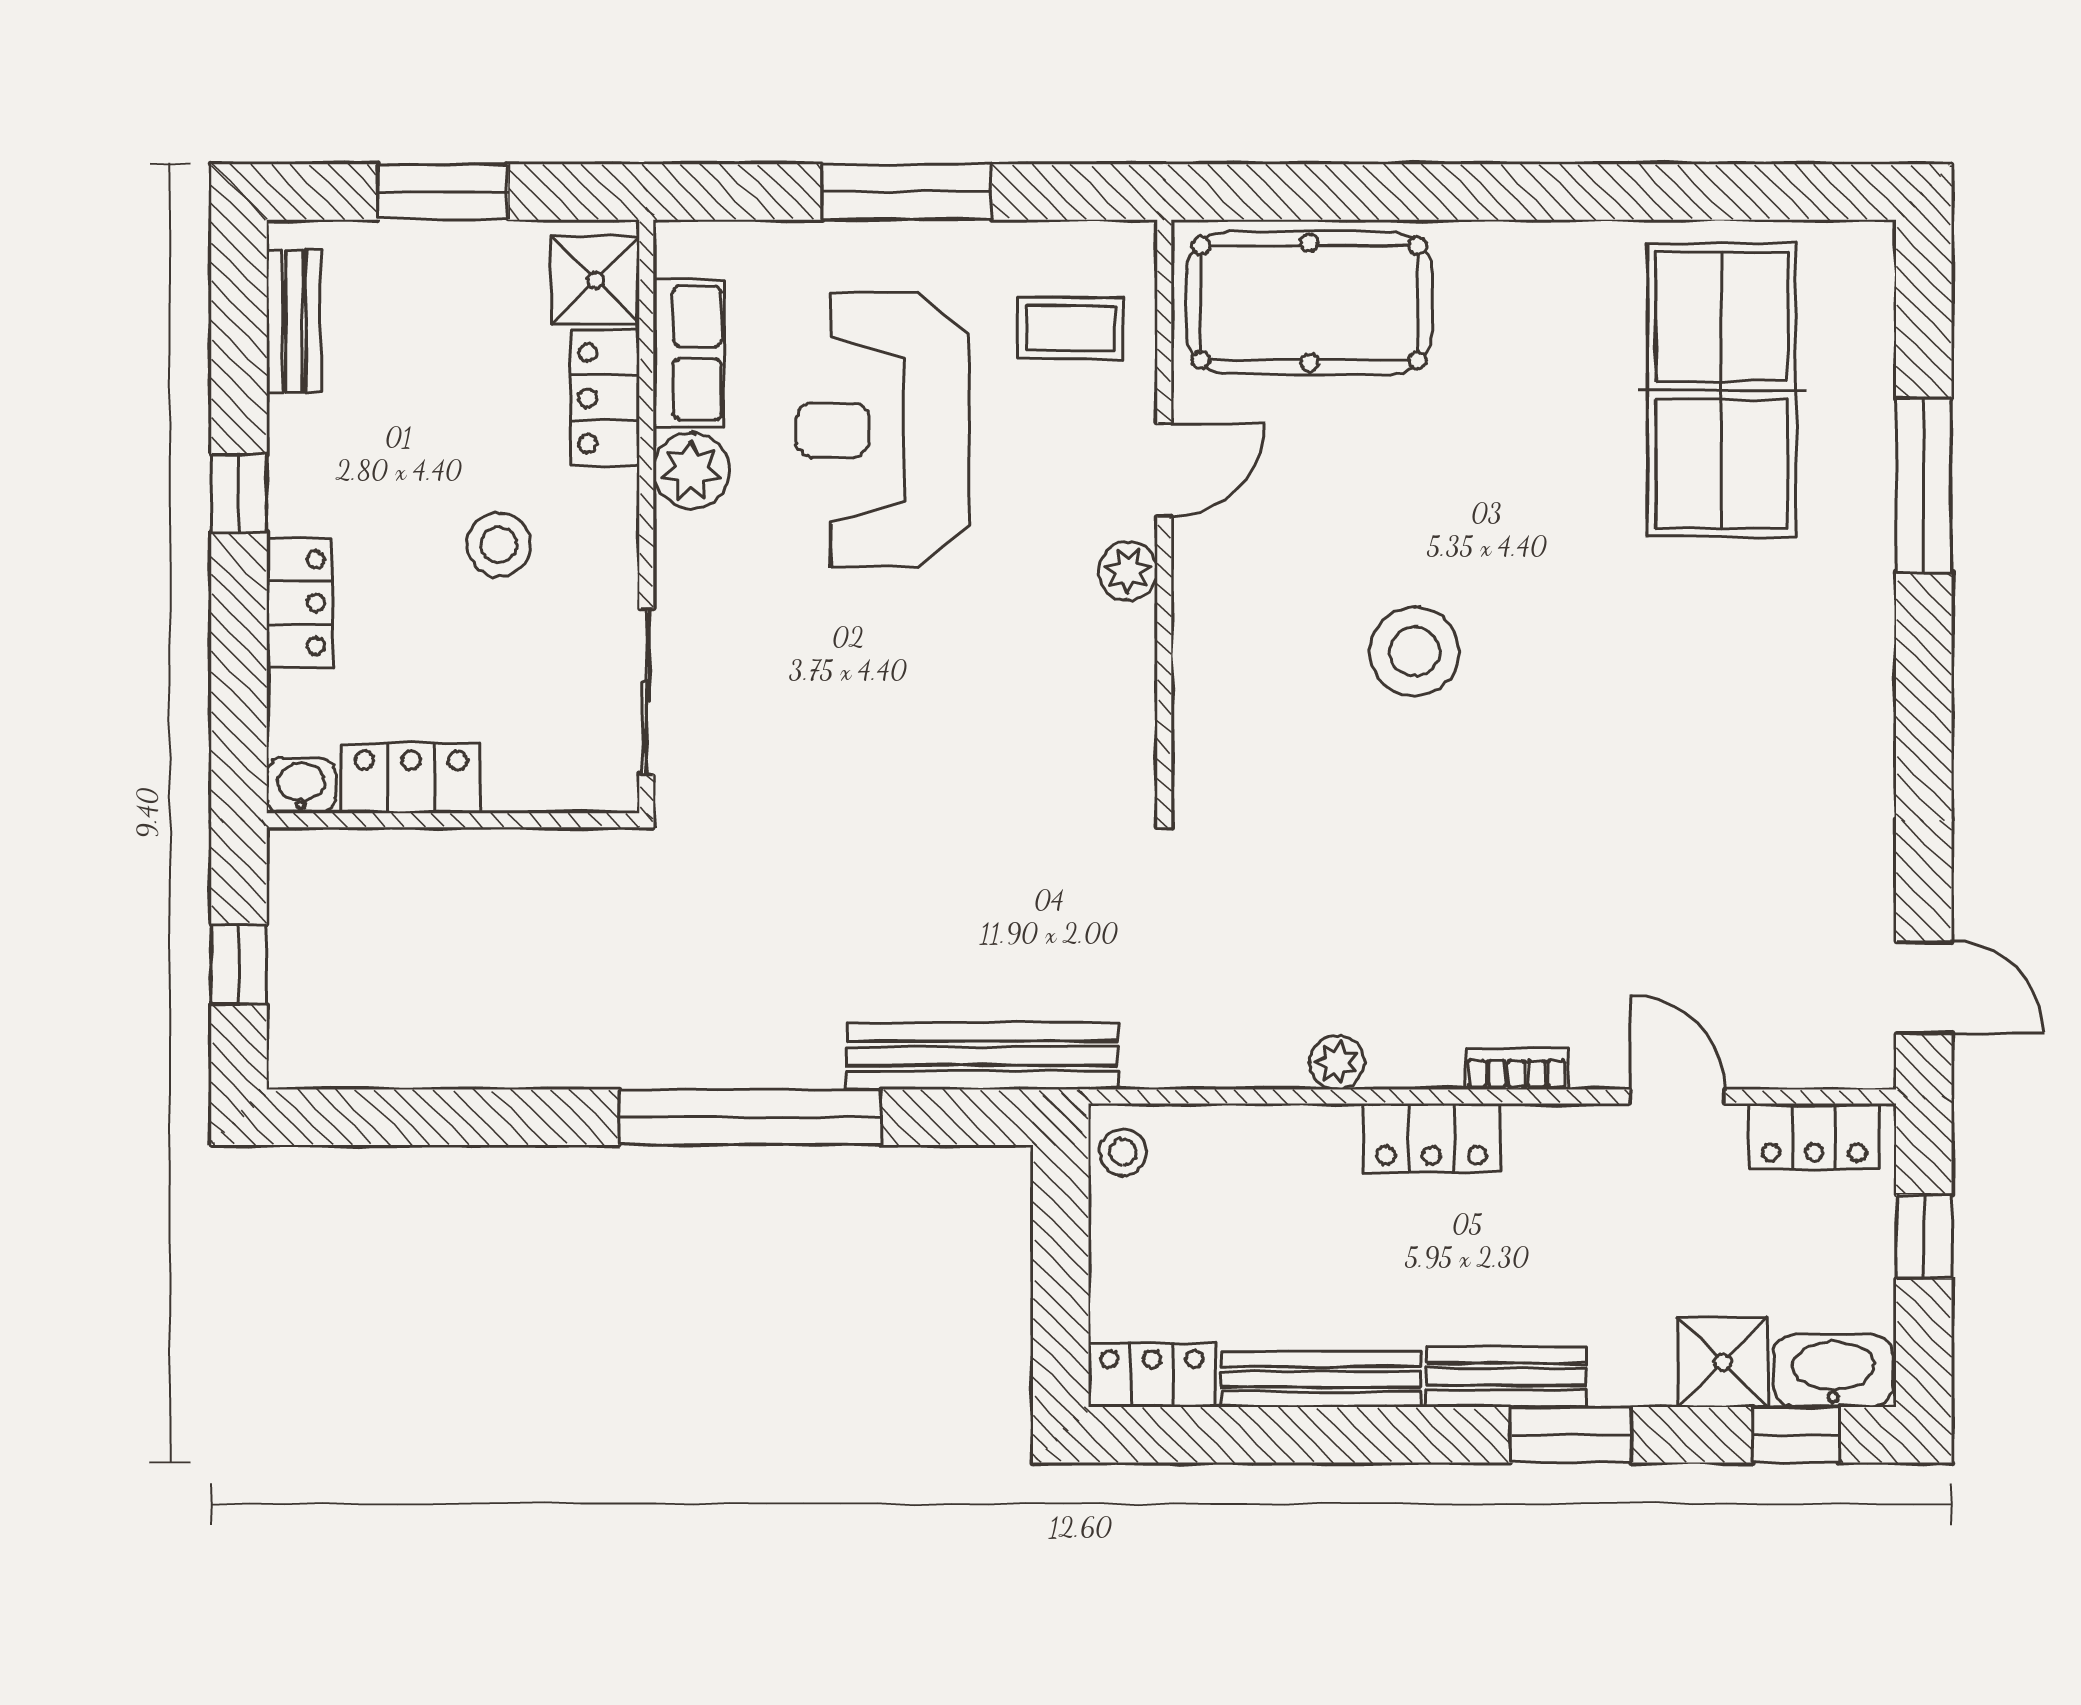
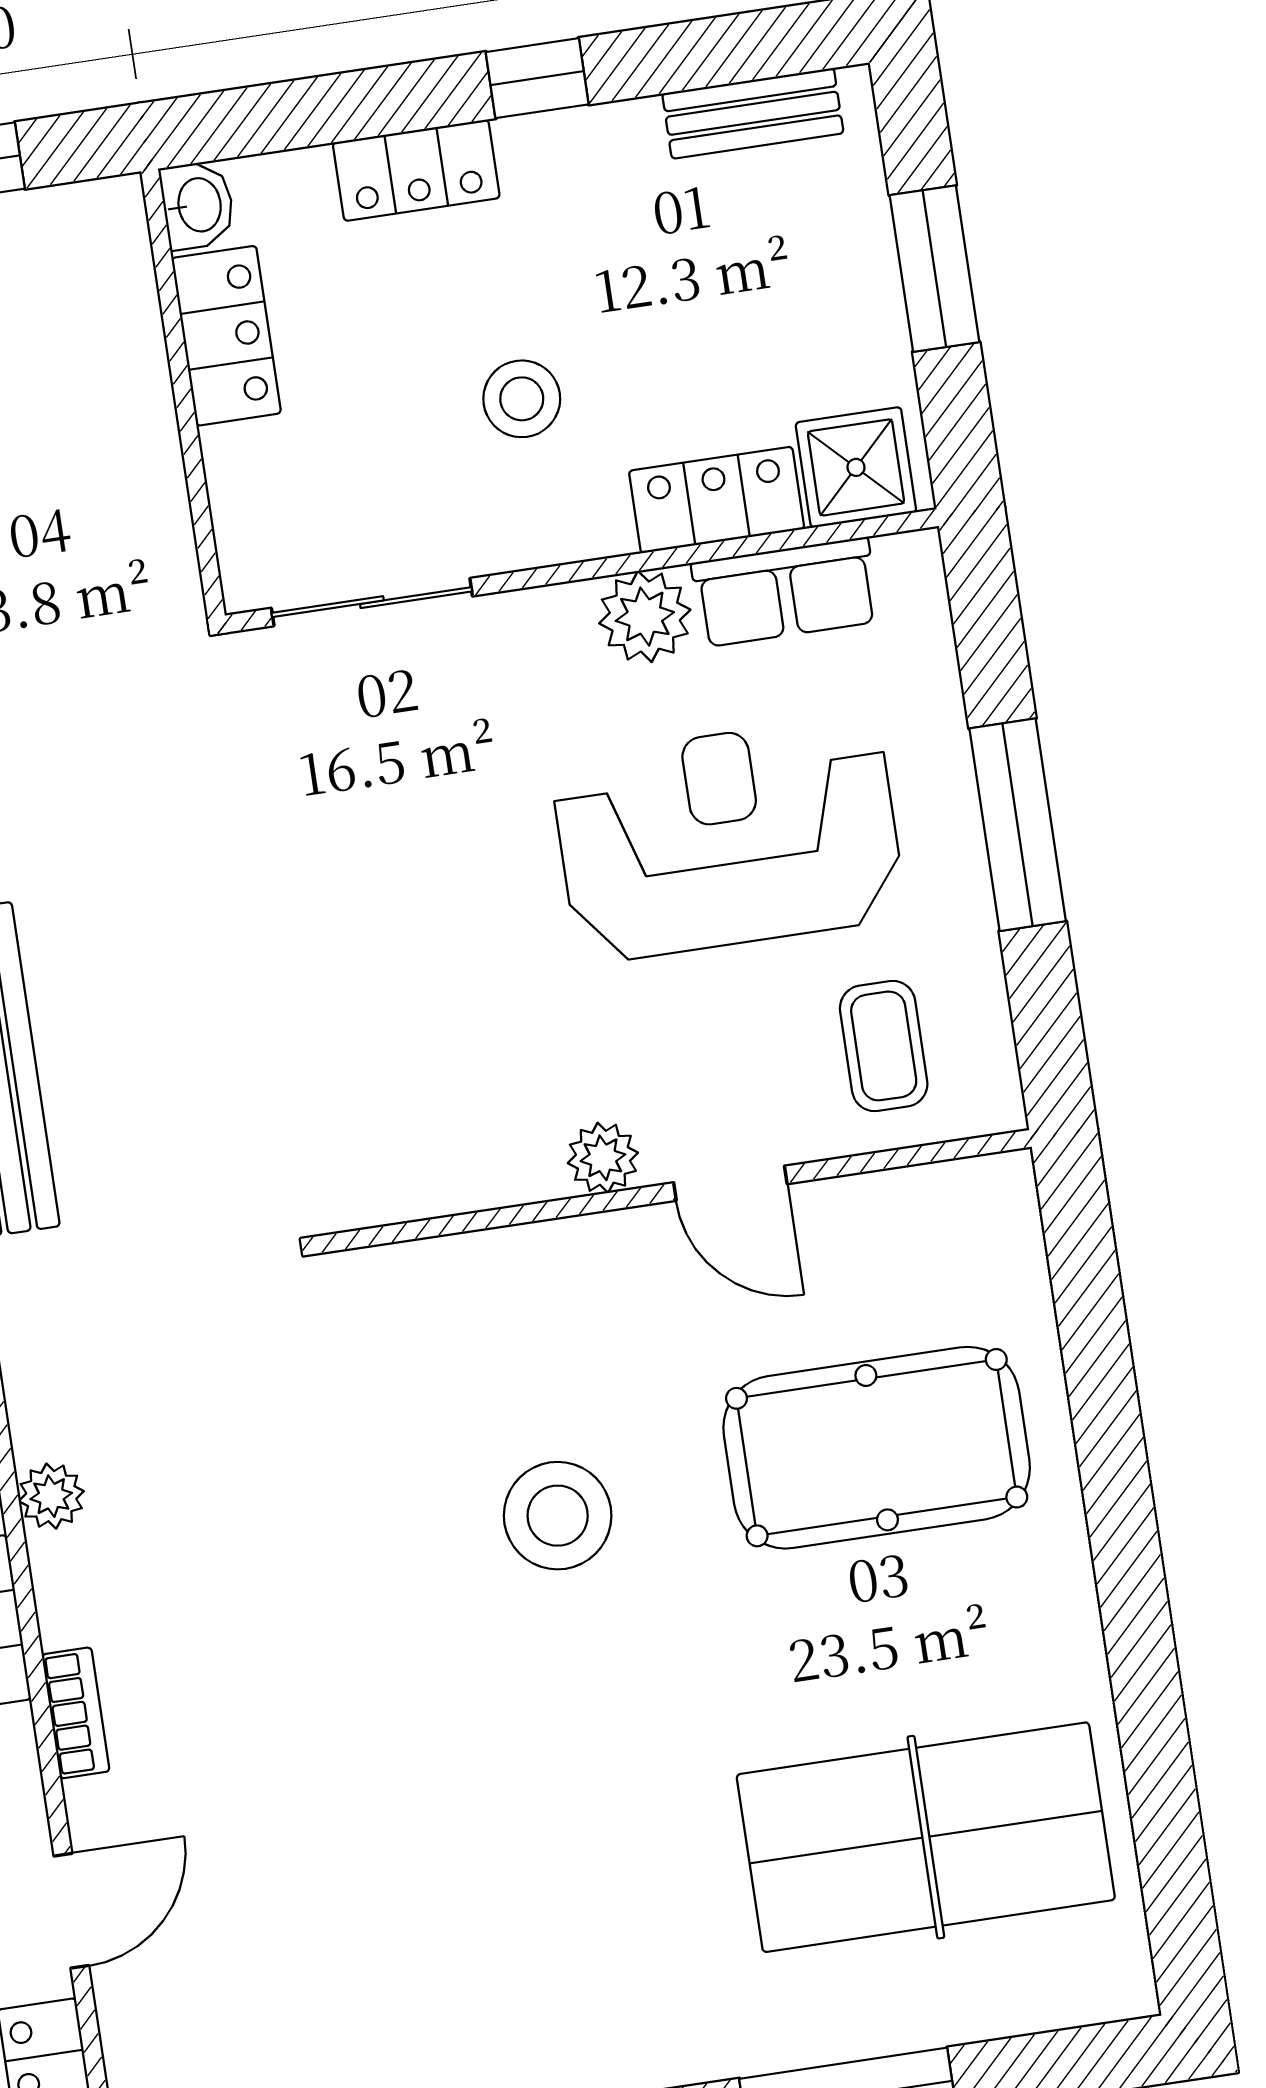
pool table: (1309, 303) -> (877, 1448), moved, turned 90

